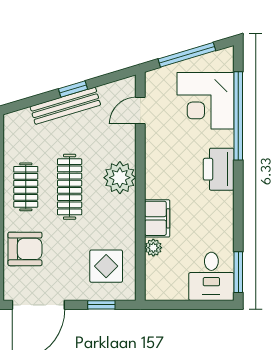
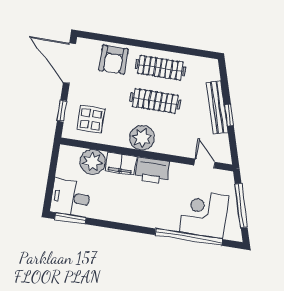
printer: (219, 169) -> (152, 170), moved, turned 180
plant: (120, 178) -> (142, 138), moved
clothes rail: (26, 187) -> (160, 68), width x1.36
plant: (153, 248) -> (92, 162), width x1.88, depth x1.88

